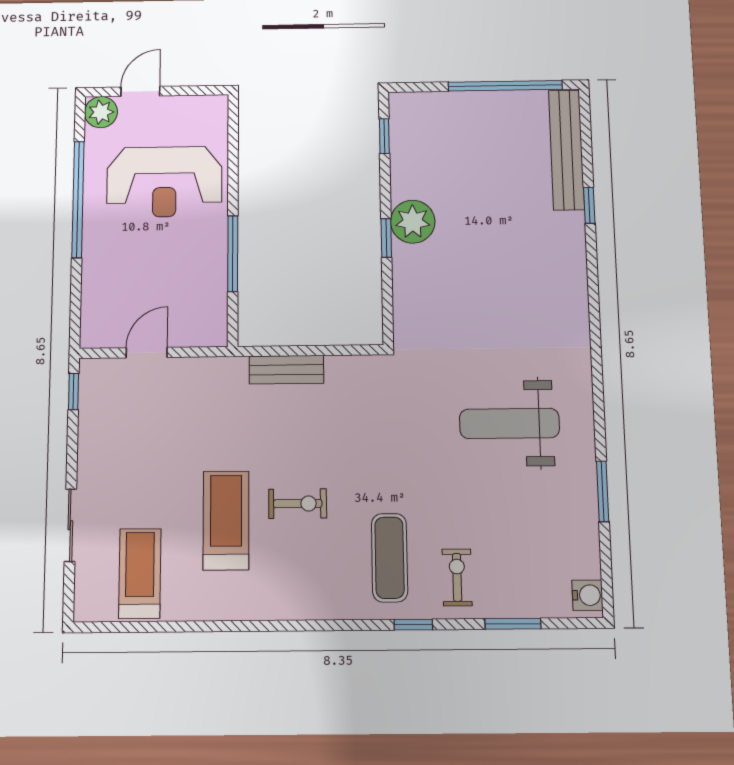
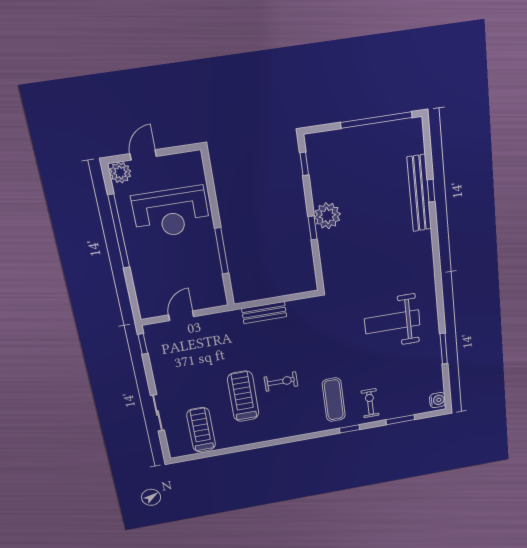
bench: (566, 150) -> (419, 193), moved

